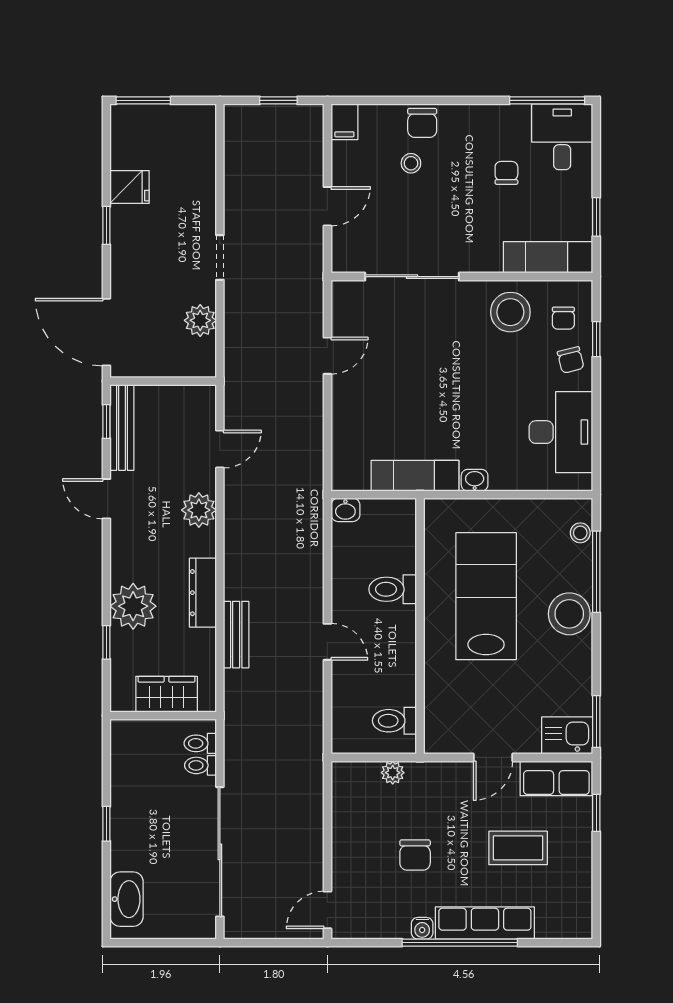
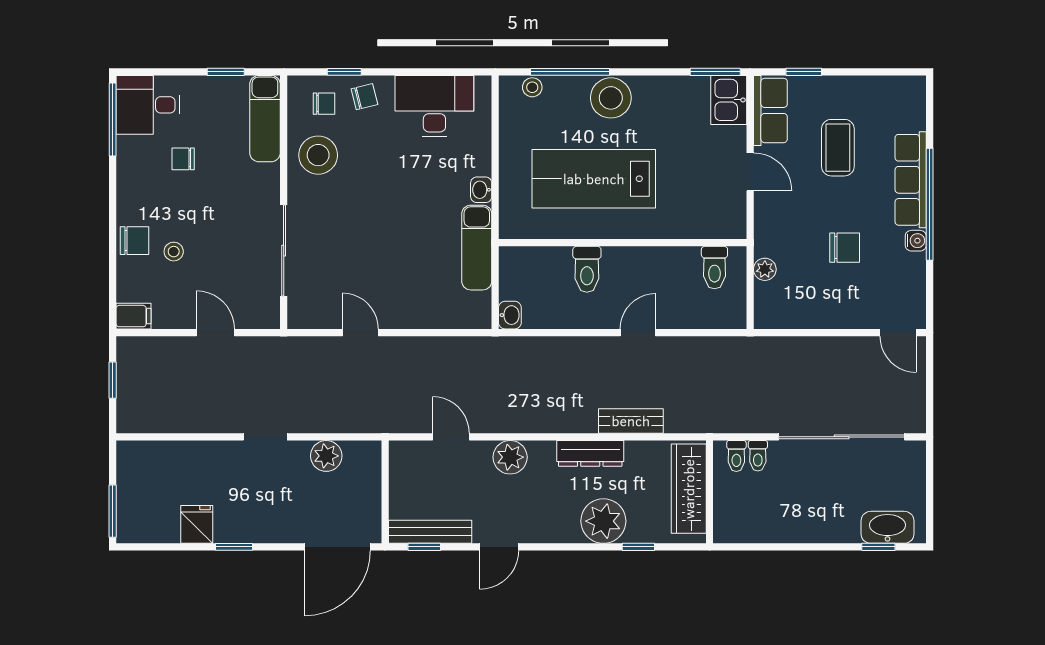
wardrobe: (167, 694) -> (689, 489), width x1.50
window: (106, 824) -> (878, 547), moved

